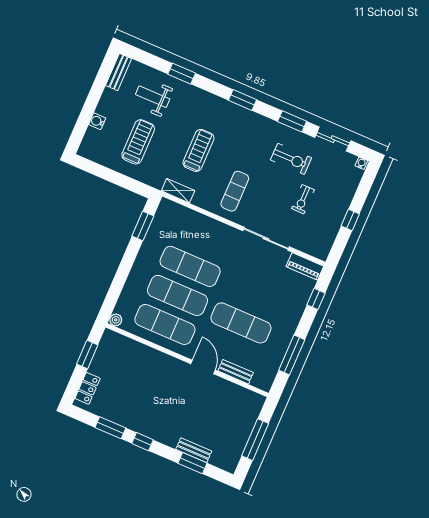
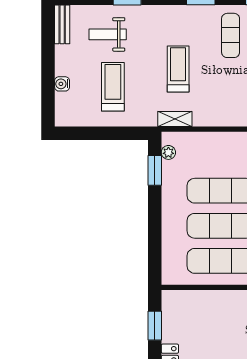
exercise mat: (235, 191) -> (231, 35), moved
plant: (116, 320) -> (168, 152), moved

